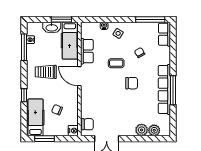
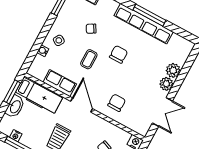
door: (79, 76) -> (82, 105), swing flipped
chair: (87, 124) -> (117, 103), moved
plant: (154, 130) -> (166, 84), moved

